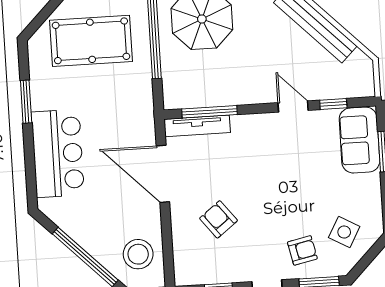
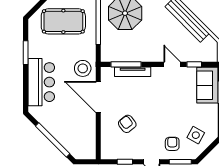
tv unit: (197, 126) -> (133, 72), moved
armchair: (302, 250) -> (172, 144), turned -78
stool: (138, 254) -> (83, 68), moved

